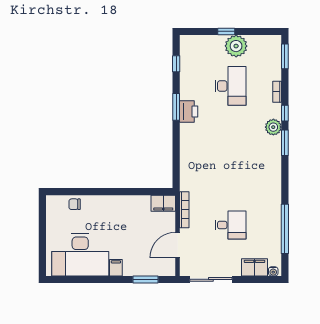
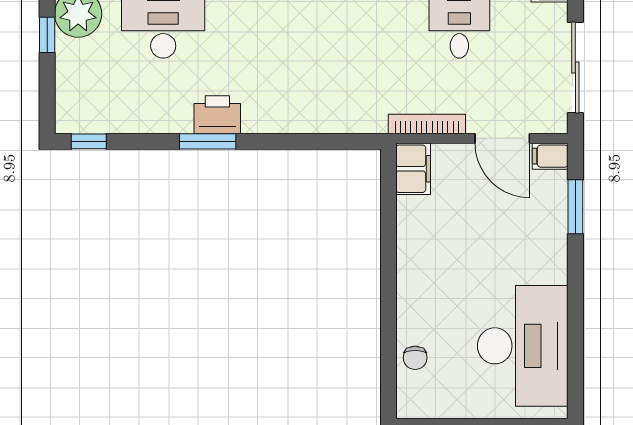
window: (176, 64) -> (89, 141), moved
filing cabinet: (116, 268) -> (550, 156), moved

